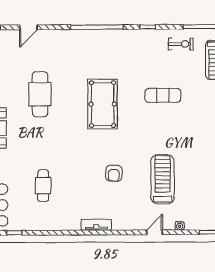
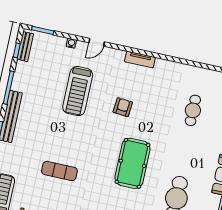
pool table: (103, 104) -> (132, 163), moved
tv unit: (96, 225) -> (140, 59), moved

